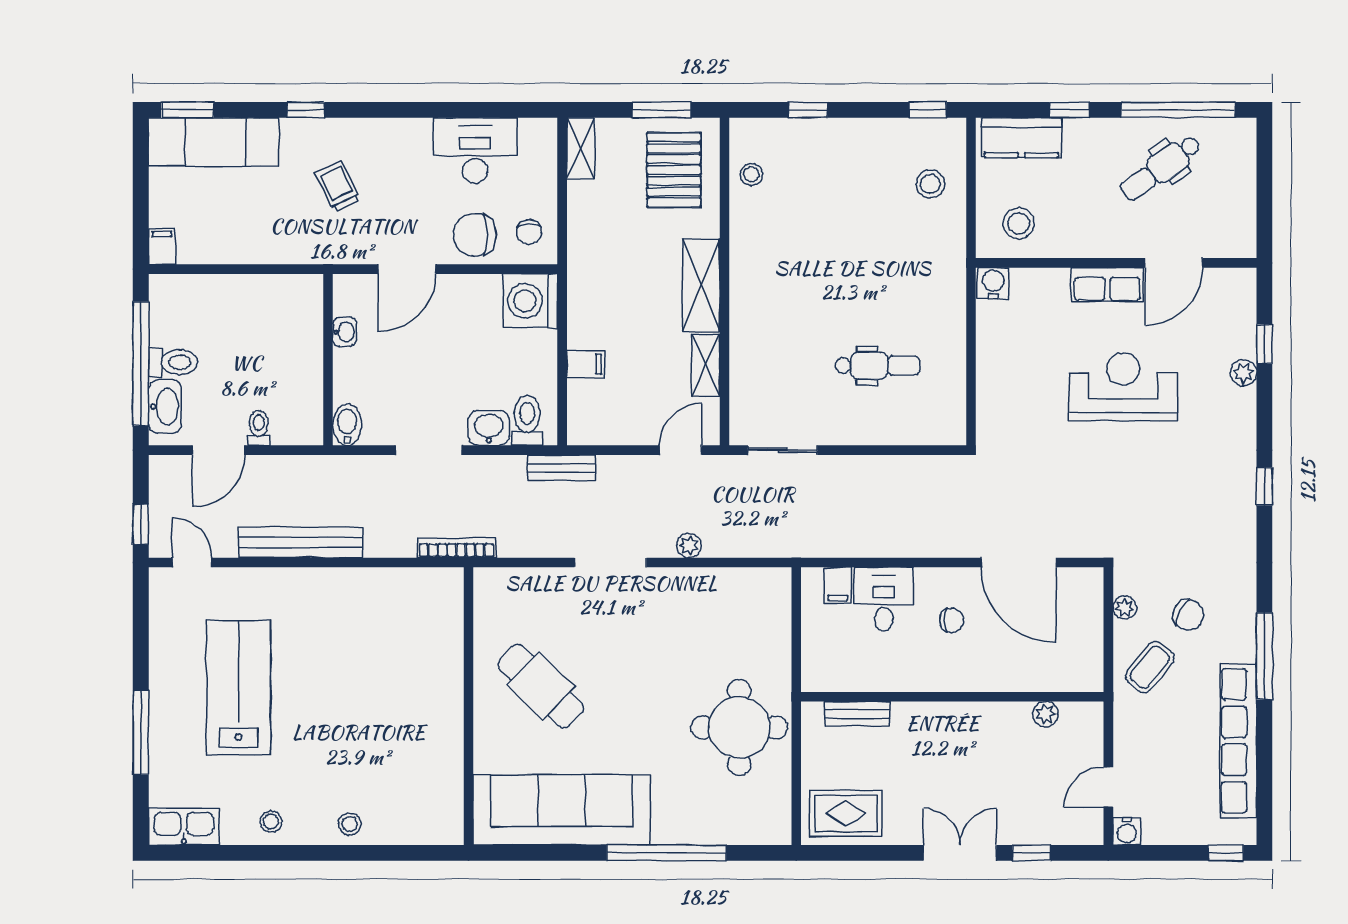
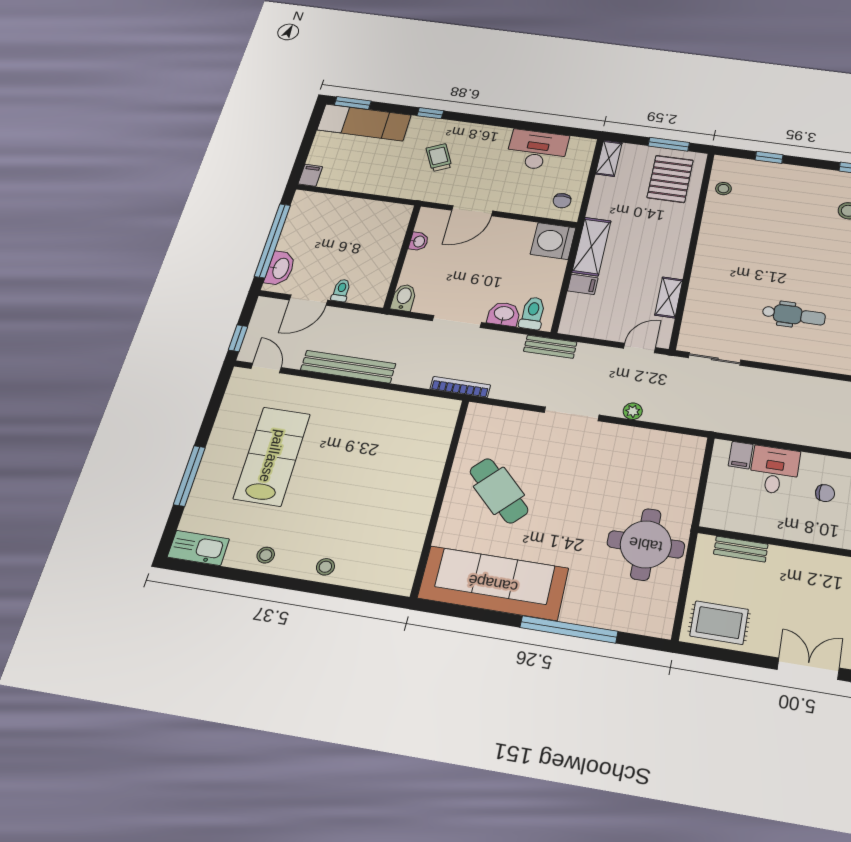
chair: (475, 235) -> (524, 197), removed
shelving: (701, 285) -> (592, 246), moved
toilet: (173, 362) -> (295, 243), removed

